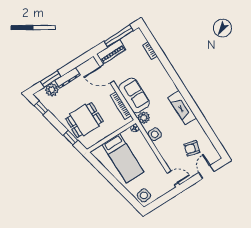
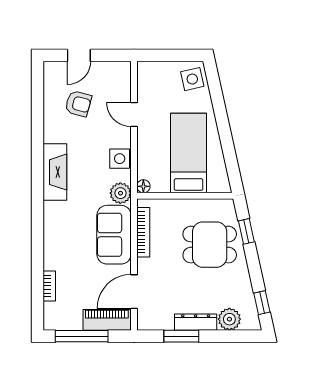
door: (107, 74) -> (134, 292), swing flipped
window: (51, 79) -> (181, 336), moved
door: (173, 178) -> (134, 115), moved

